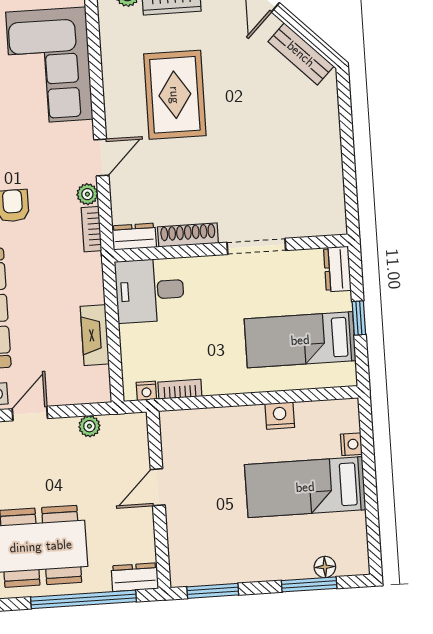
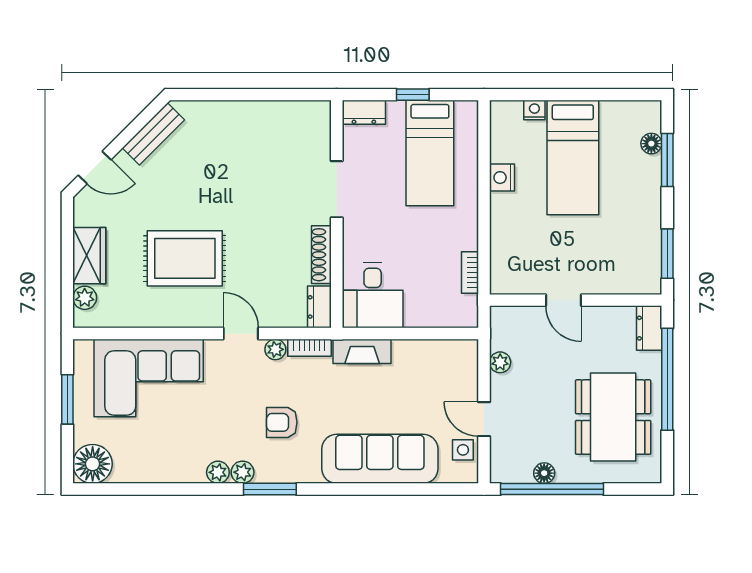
fireplace: (95, 335) -> (362, 351), moved
nightstand: (146, 391) -> (470, 305), removed

